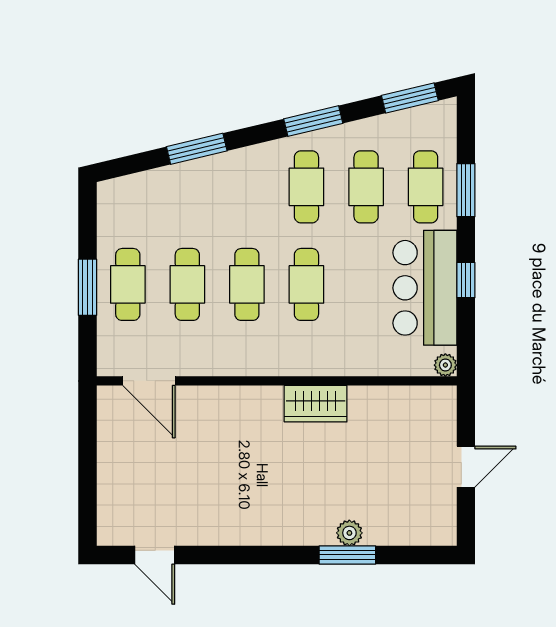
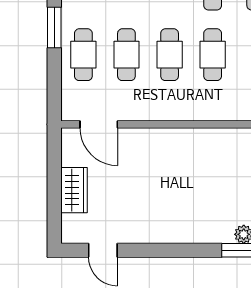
window: (87, 287) -> (54, 27), moved
wardrobe: (316, 404) -> (74, 190), moved, turned -90

